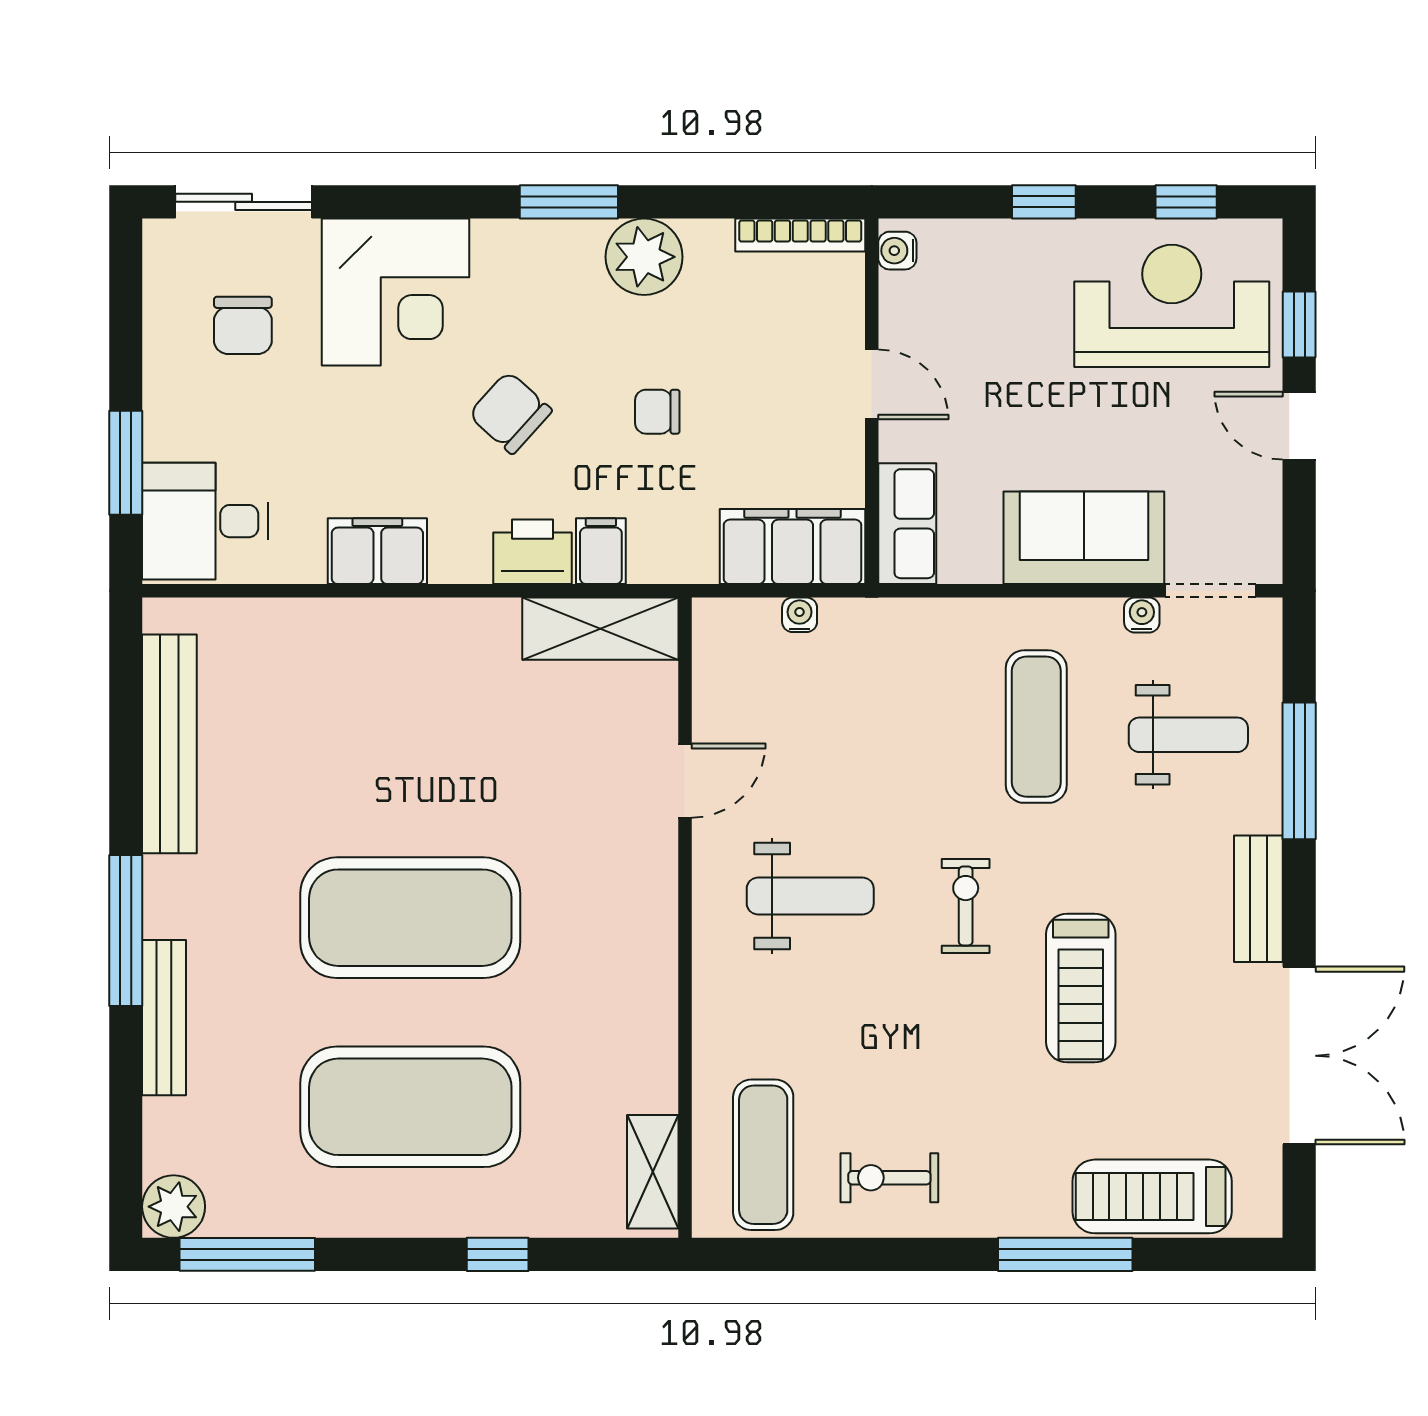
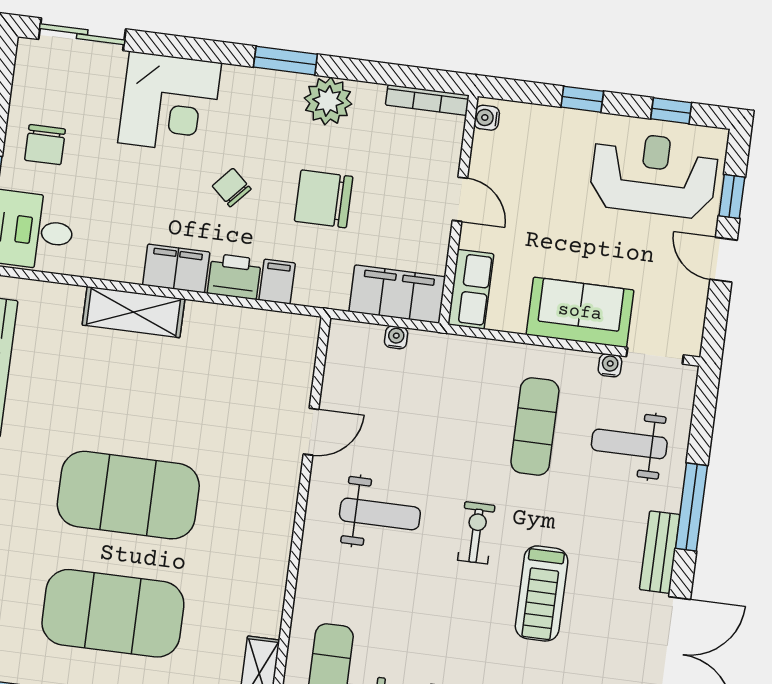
chair: (243, 325) -> (45, 145), moved
chair: (657, 412) -> (324, 199), width x1.87, depth x1.87
chair: (510, 413) -> (232, 188), width x0.73, depth x0.73
filing cabinet: (377, 551) -> (176, 268), moved
shelving: (600, 629) -> (134, 312), moved
weight bench: (1188, 735) -> (629, 444), turned 180
window: (1299, 771) -> (691, 507), moved

